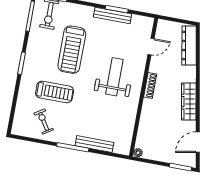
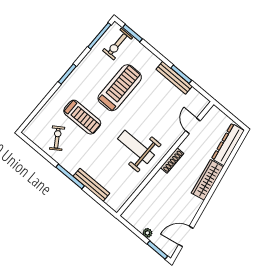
door: (151, 47) -> (193, 126), swing flipped
treadmill: (72, 50) -> (120, 88), turned 180
weight bench: (114, 77) -> (136, 147), moved, turned -90
wardrobe: (189, 102) -> (207, 180), moved
plant: (138, 153) -> (147, 233), moved

